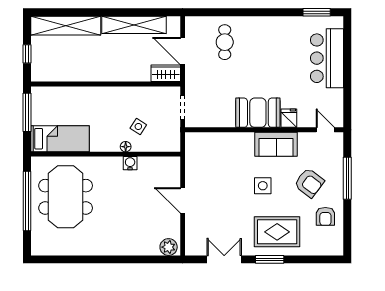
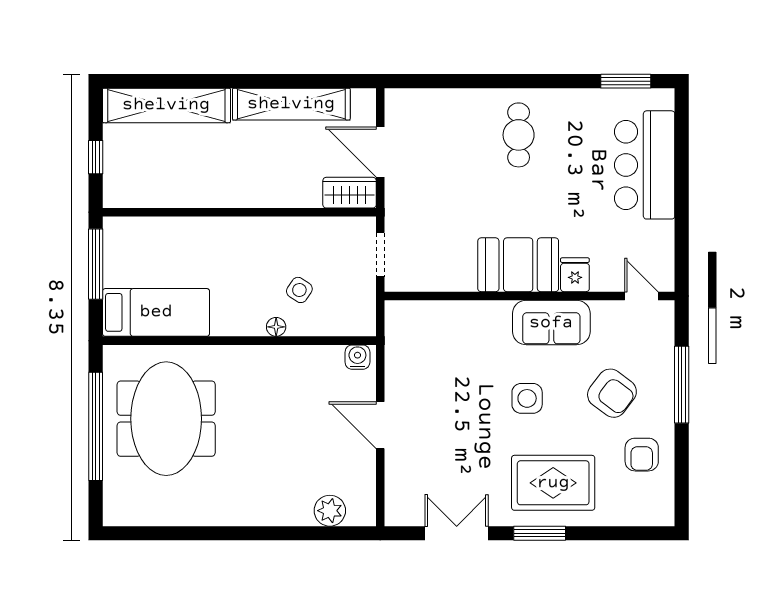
cafe table: (225, 42) -> (519, 135), moved
water cooler: (130, 163) -> (357, 357), moved
plant: (169, 247) -> (330, 511), moved

